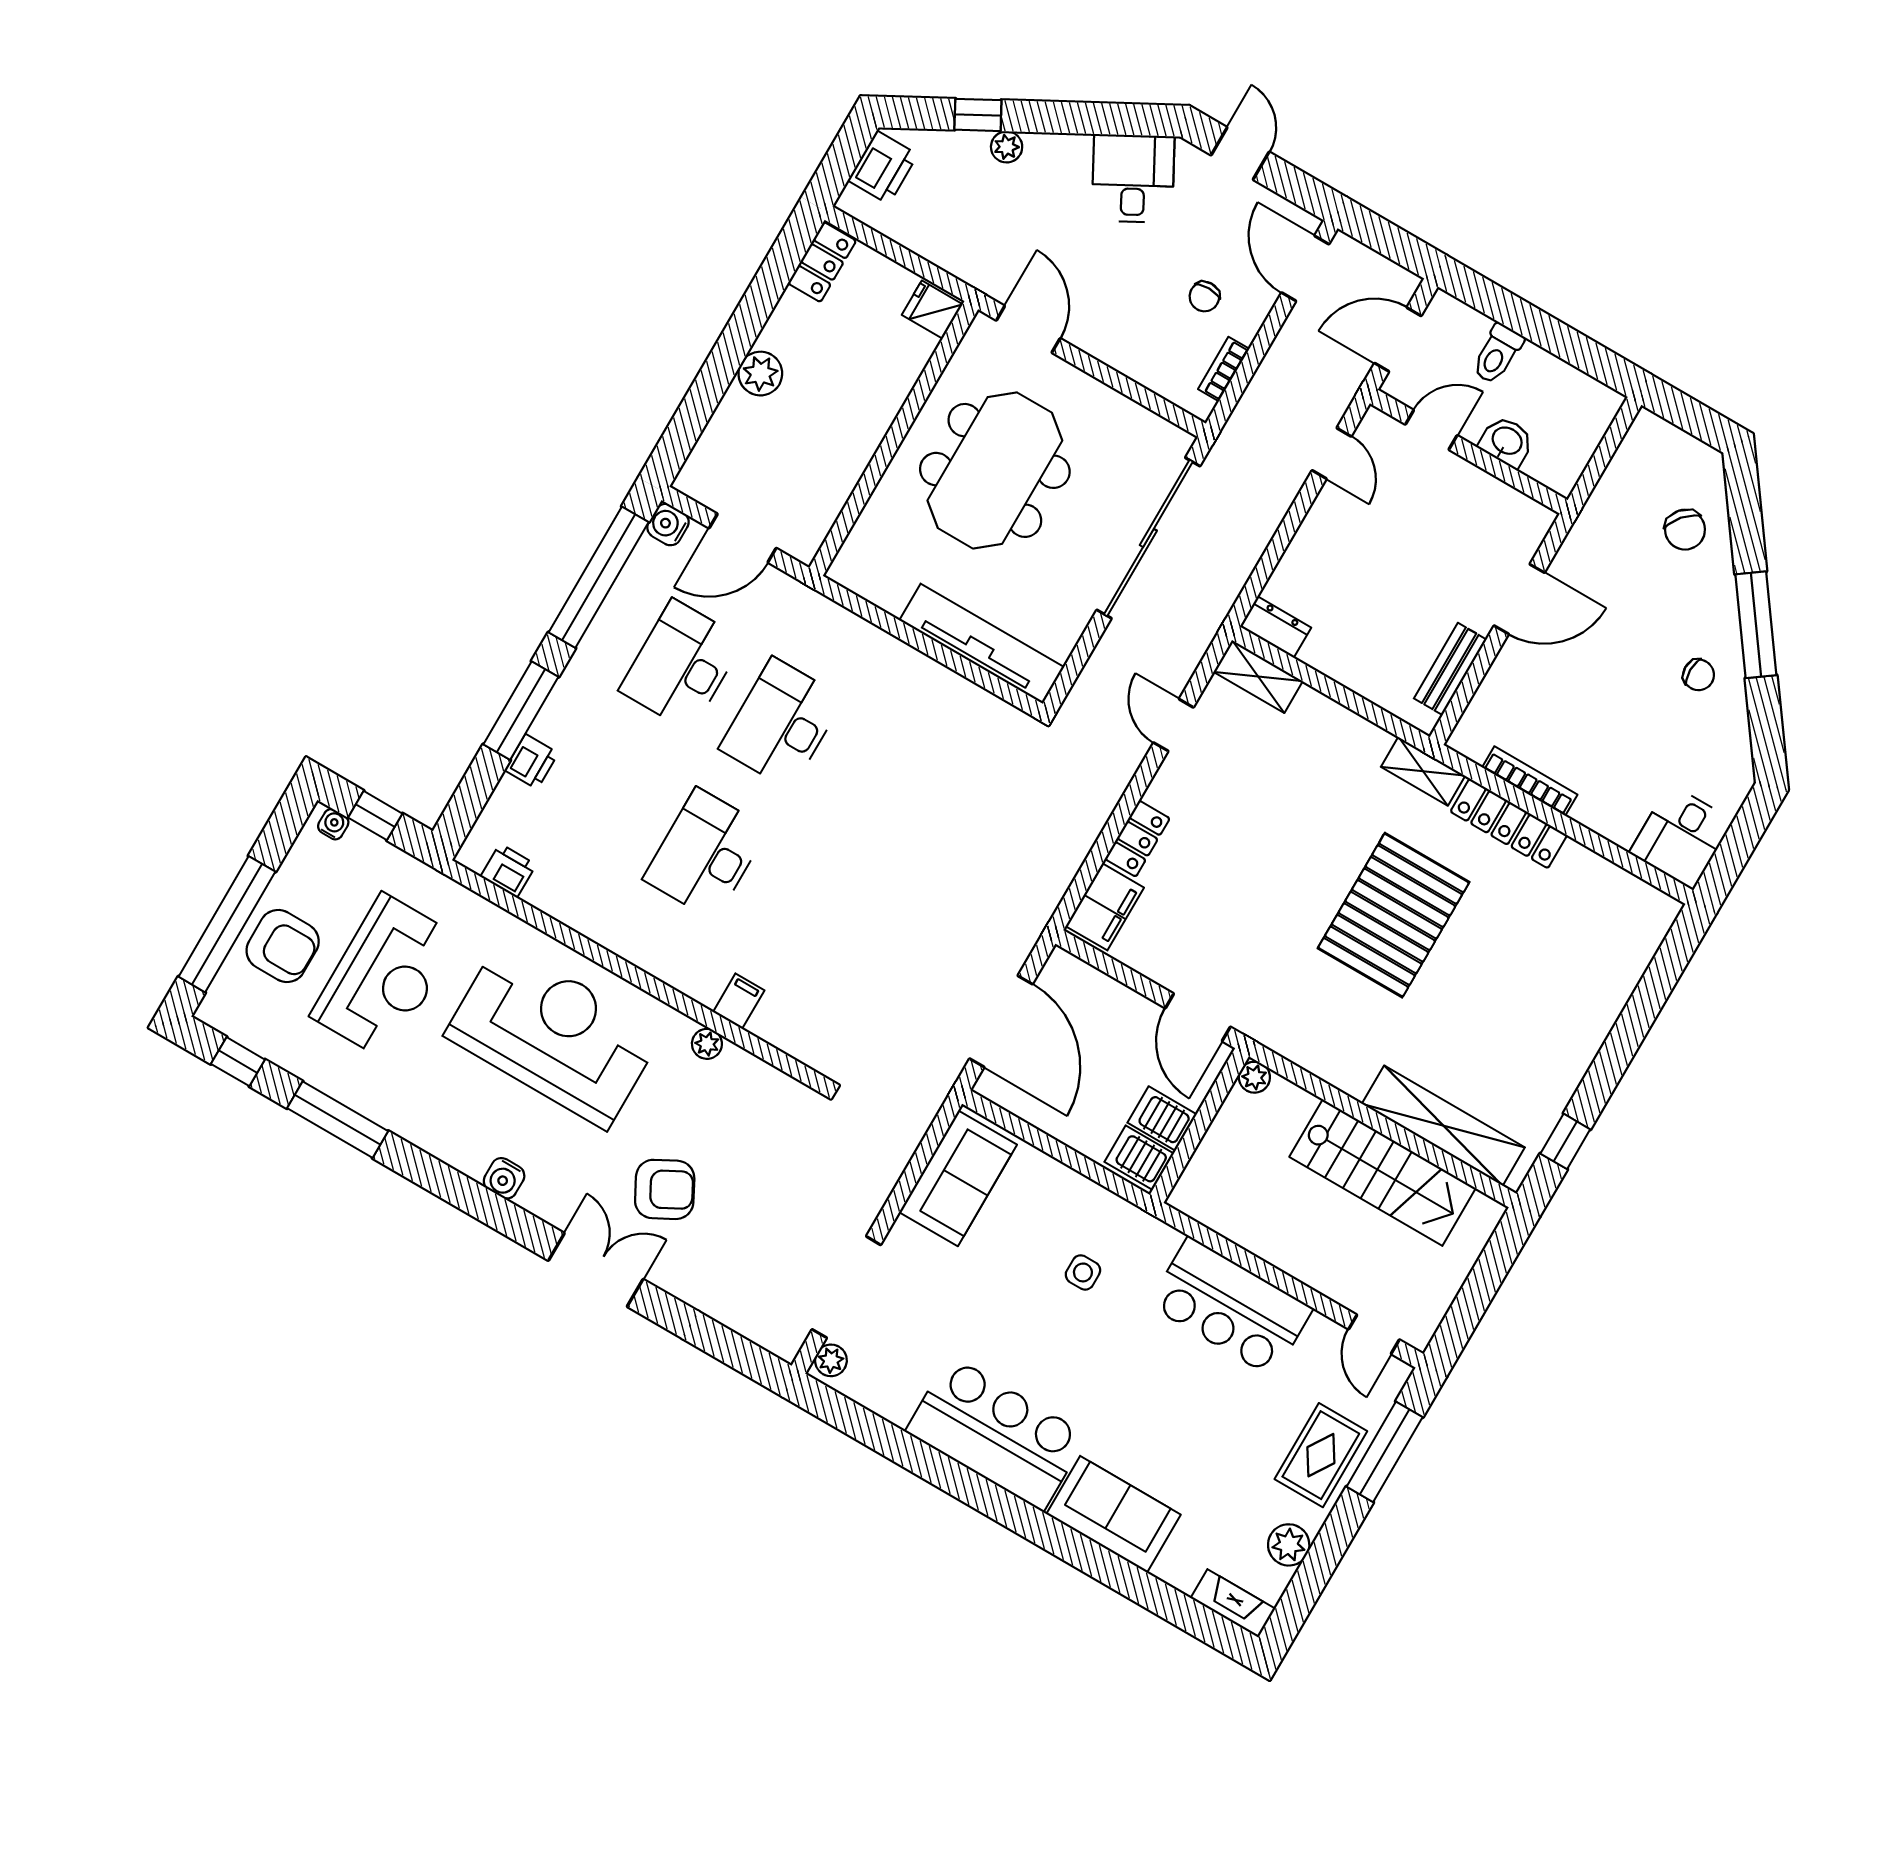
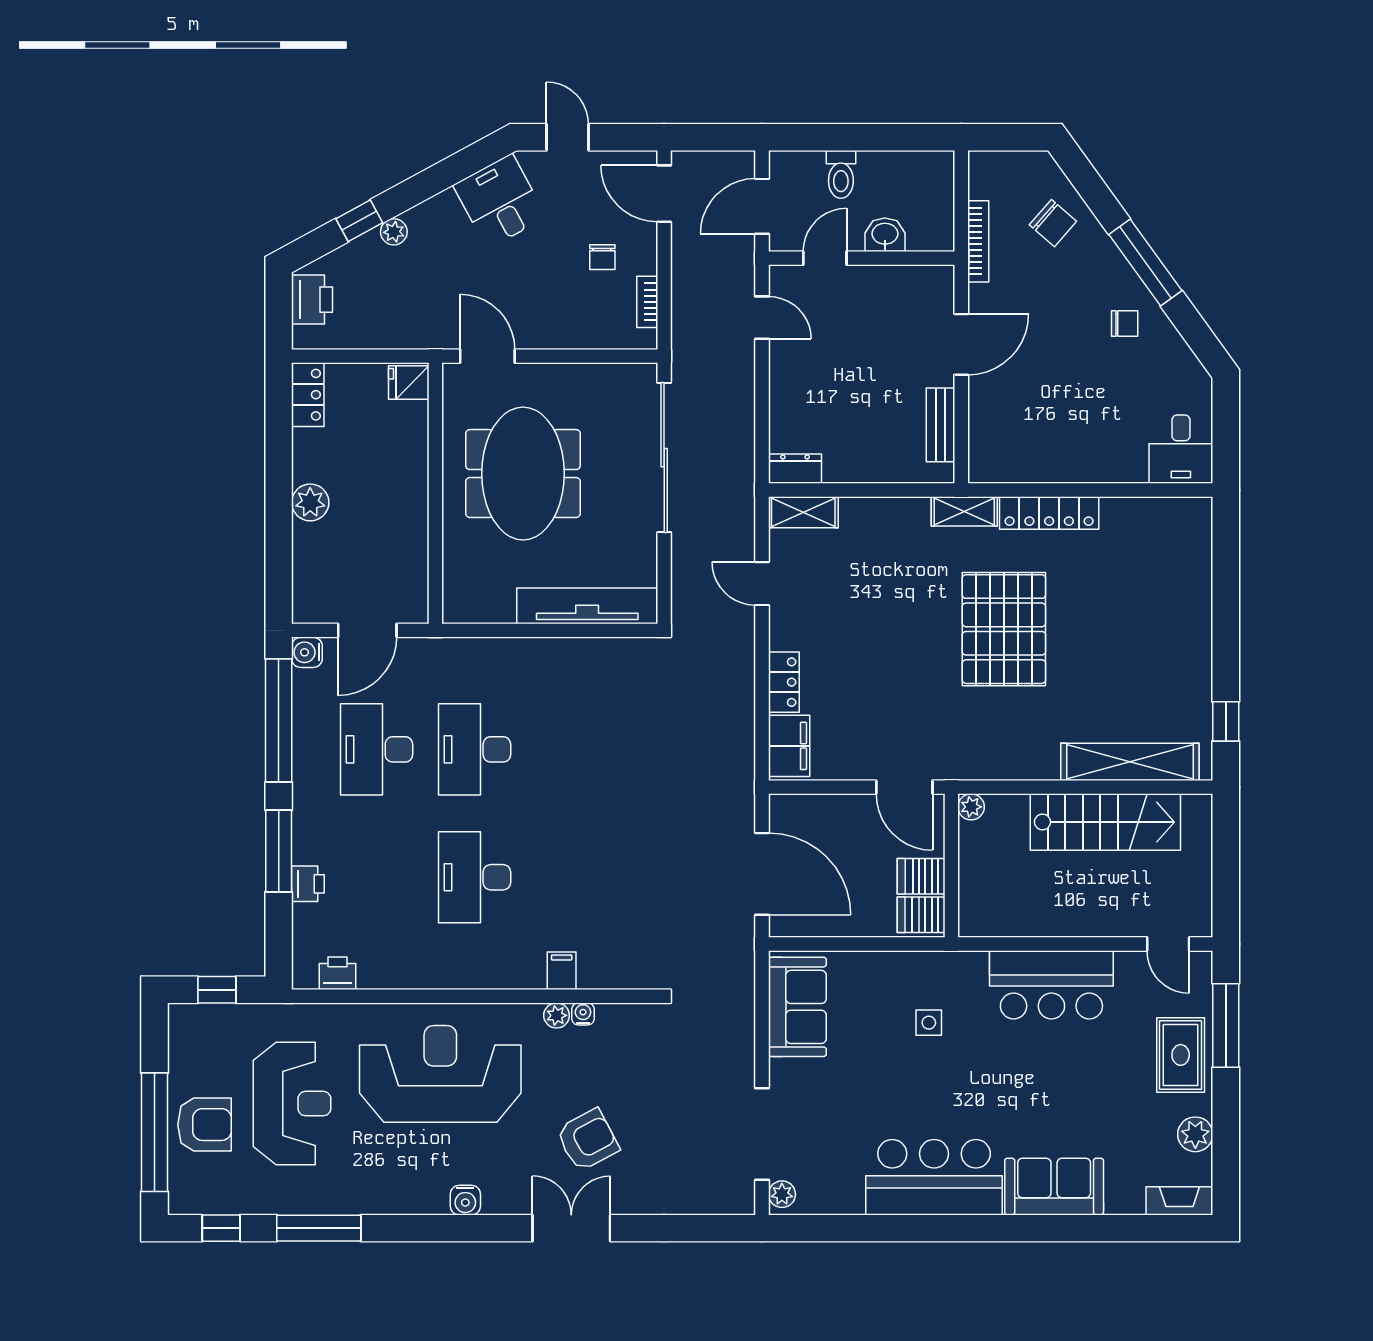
bookcase: (1530, 781) -> (978, 241), moved, turned 90
water cooler: (333, 824) -> (583, 1014), moved

